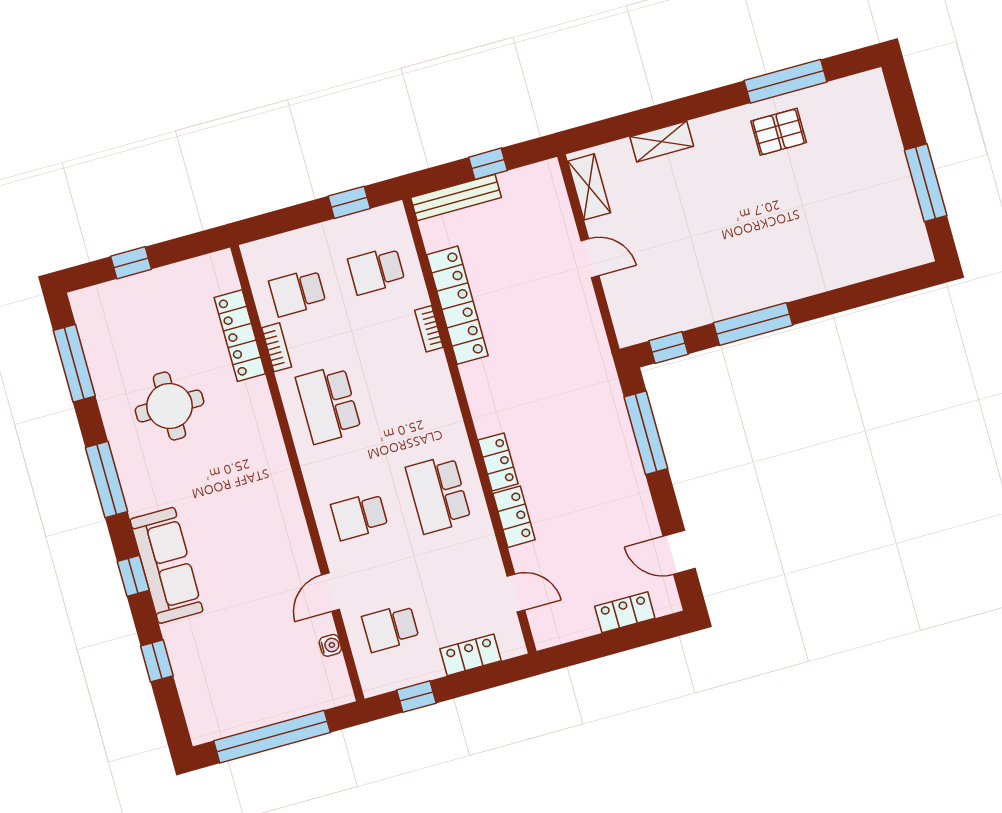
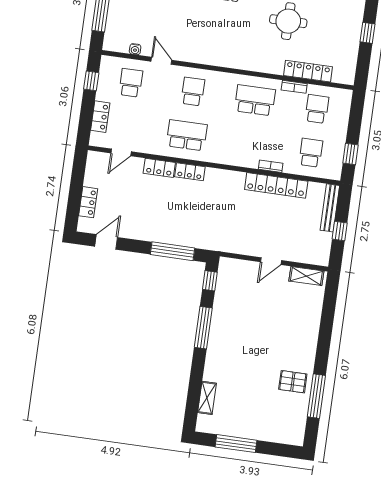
pallet: (779, 132) -> (293, 382), turned 90
shelving: (662, 142) -> (207, 398), moved

